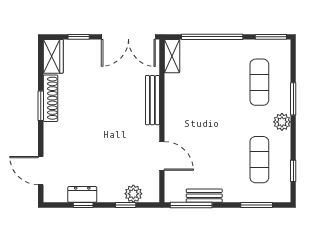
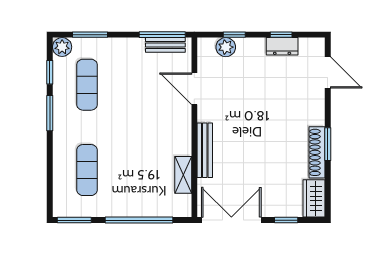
shelving: (172, 56) -> (183, 175), moved
window: (293, 99) -> (50, 113), moved
plant: (282, 122) -> (62, 47), moved
bench: (204, 196) -> (165, 45), moved

